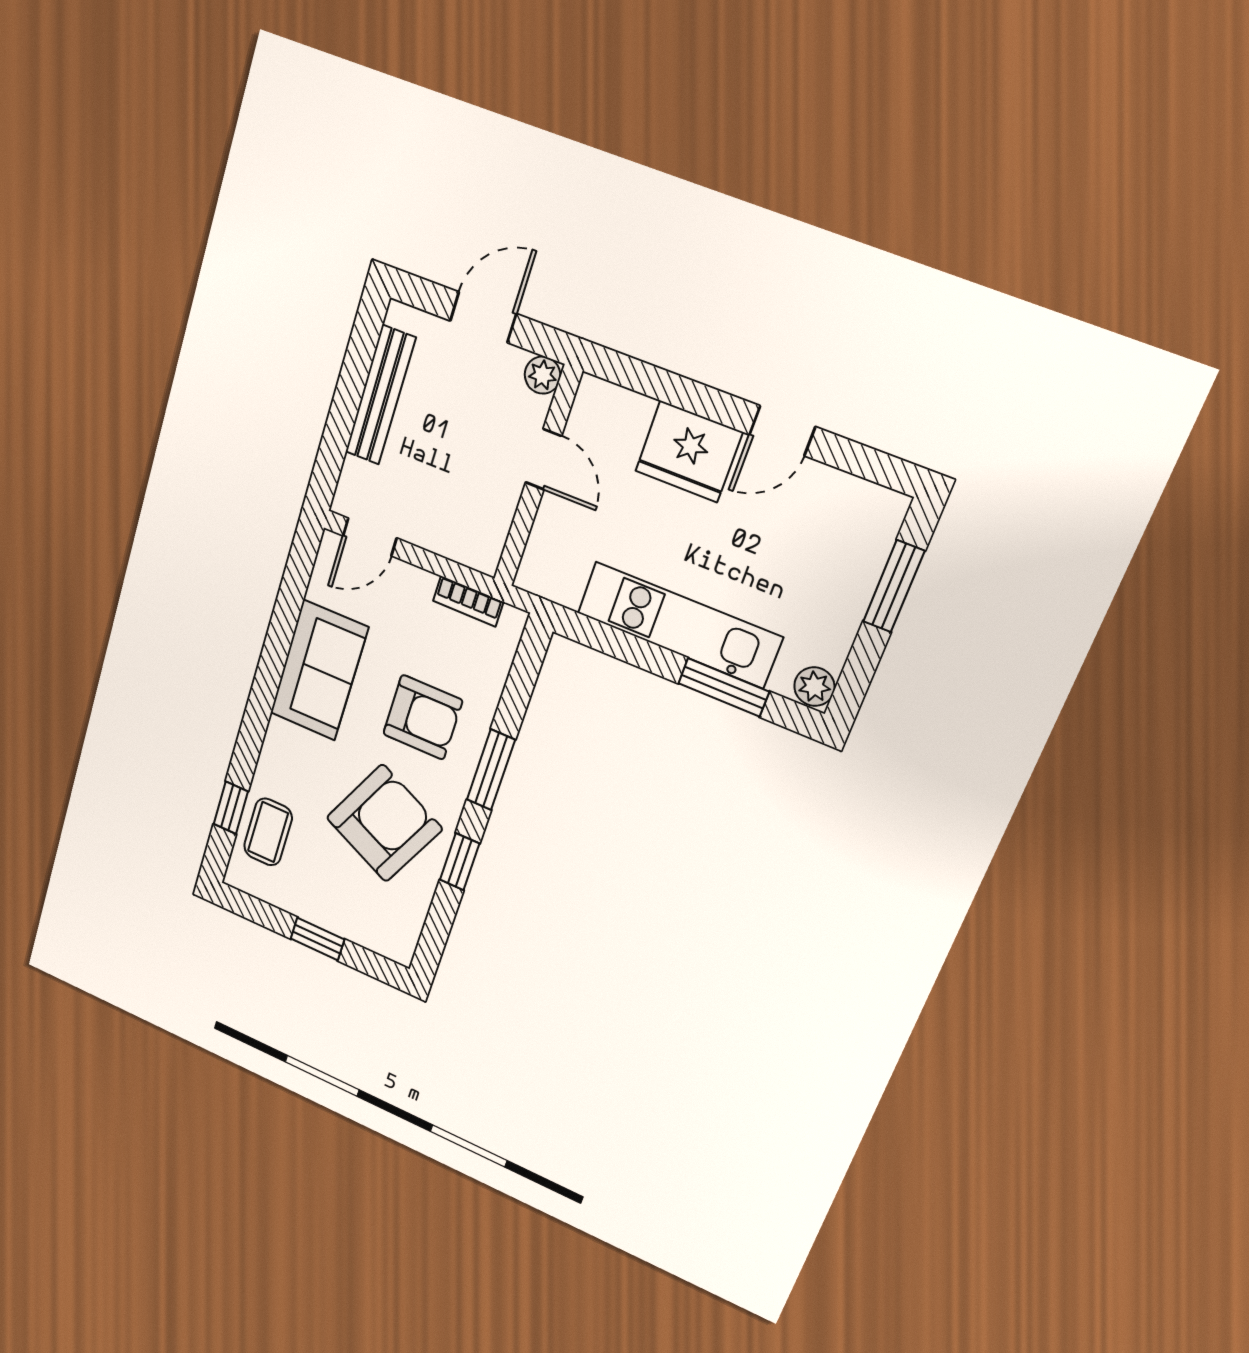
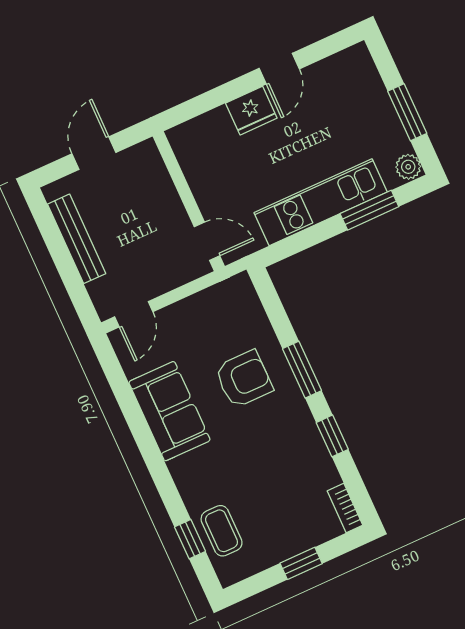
plant: (543, 375) -> (147, 152), removed
fridge: (689, 452) -> (251, 111), width x0.73, depth x0.75
door: (543, 459) -> (207, 241), moved
window: (894, 586) -> (407, 112), moved
bookcase: (468, 601) -> (345, 508), moved, turned 90
armchair: (384, 823) -> (276, 458), removed

